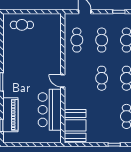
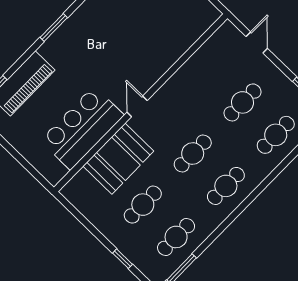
cafe table: (77, 40) -> (143, 205), moved
booth: (75, 125) -> (118, 159), moved

